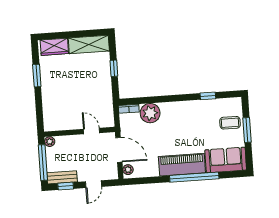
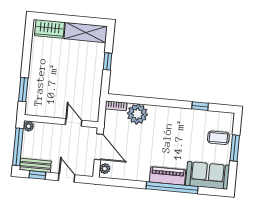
window: (37, 76) -> (23, 90), moved
piano: (182, 165) -> (168, 176), width x0.73, depth x0.75
door: (94, 184) -> (67, 178), swing flipped

